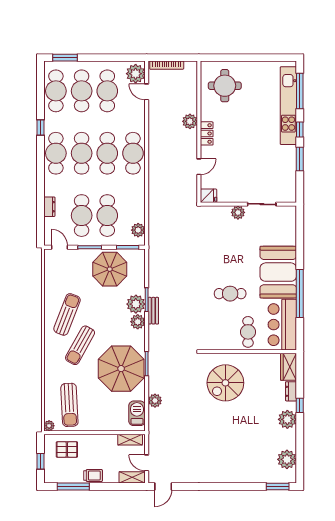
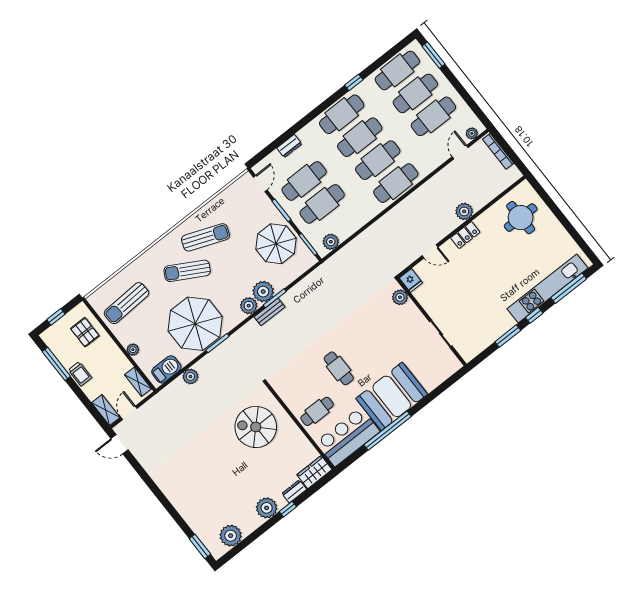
plant: (136, 74) -> (472, 133), width x0.53, depth x0.53
plant: (238, 212) -> (400, 297), moved
plant: (49, 426) -> (133, 350), moved

